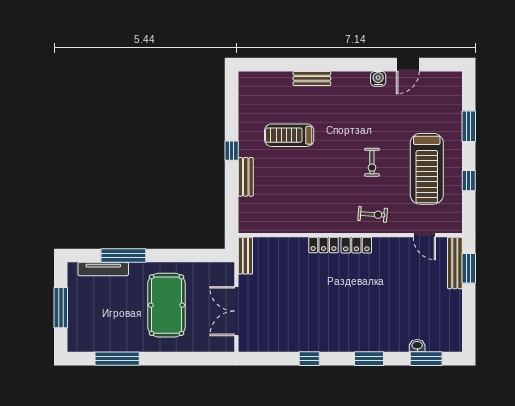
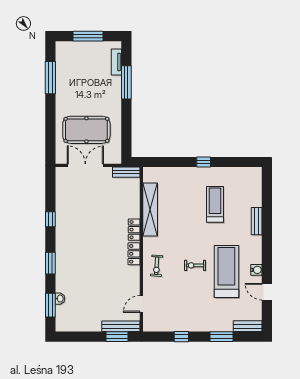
treadmill: (427, 169) -> (226, 271), moved, turned 90
bench: (246, 177) -> (248, 326), moved
shelving: (296, 223) -> (150, 210), added
tv unit: (103, 269) -> (116, 62), width x0.71
pool table: (166, 305) -> (86, 130), moved

